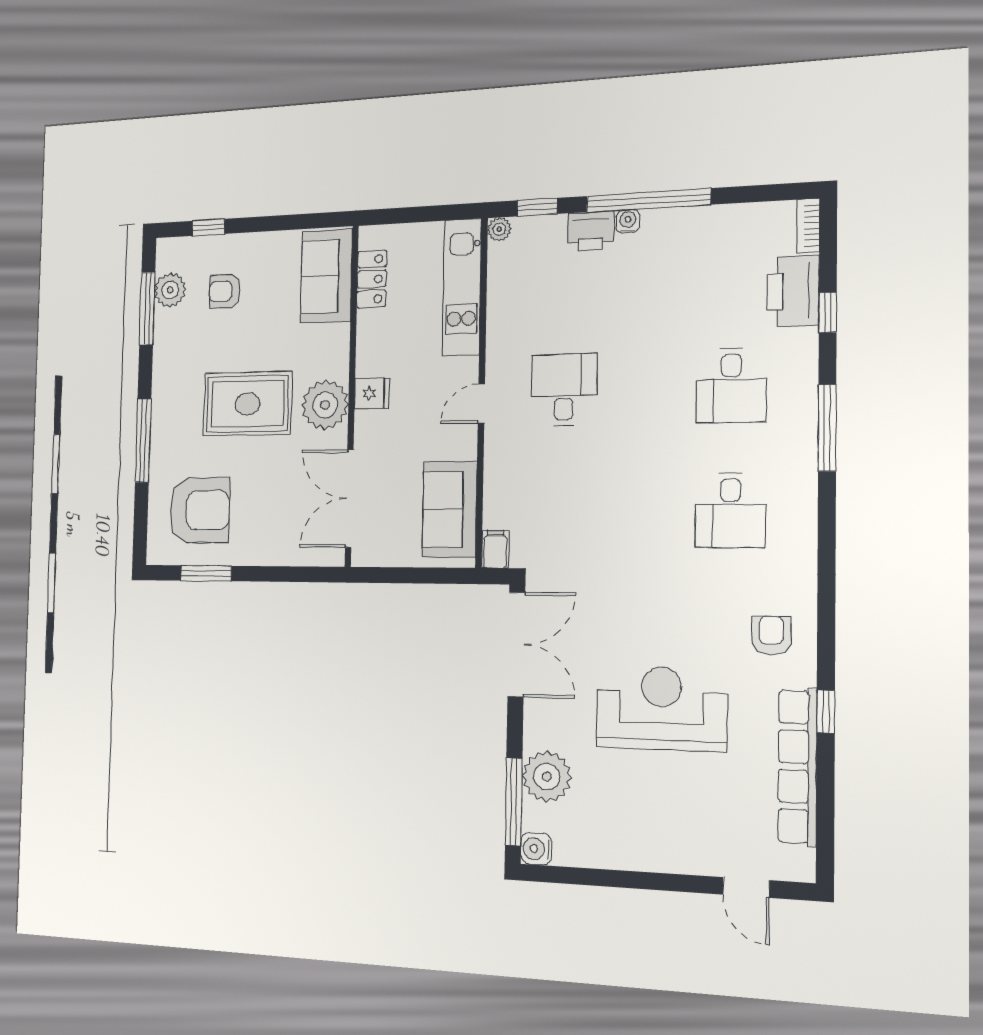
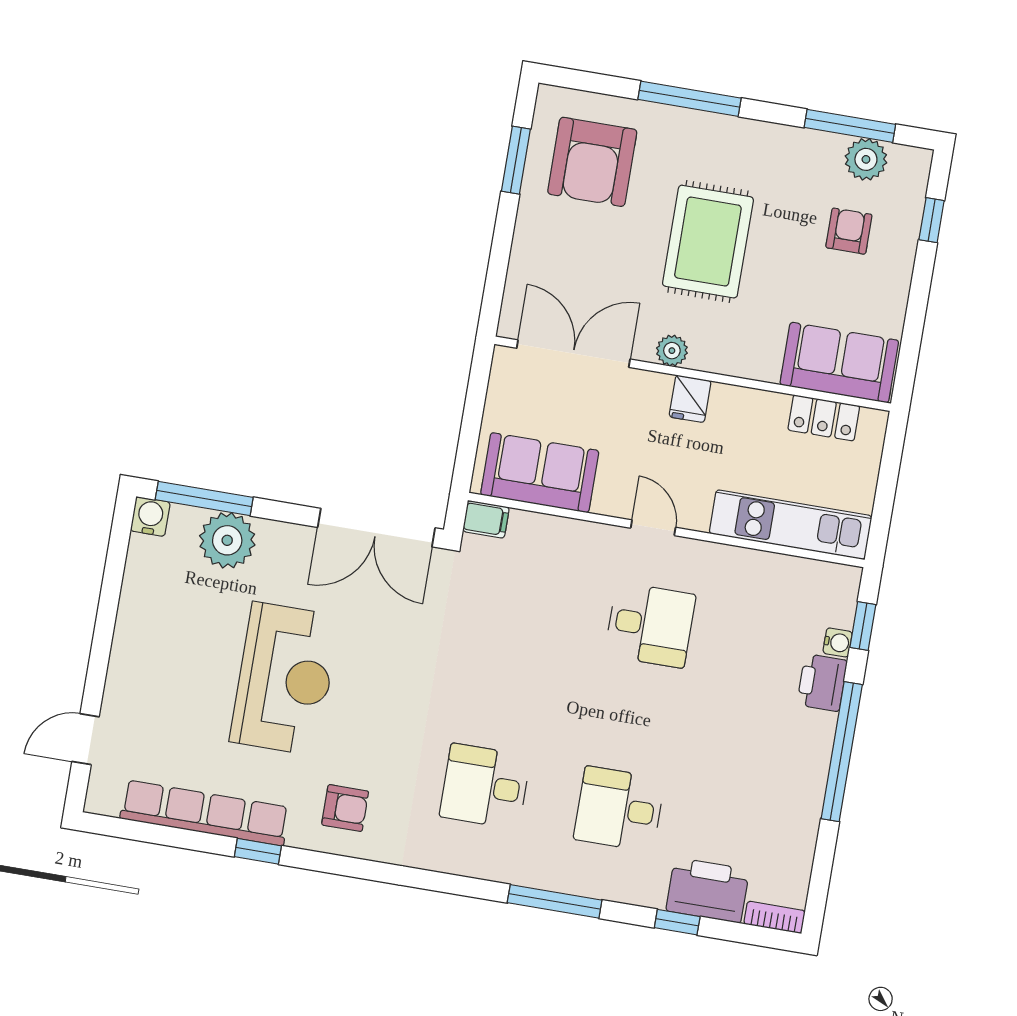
water cooler: (628, 221) -> (838, 642), moved
plant: (499, 229) -> (848, 578), removed
plant: (325, 405) -> (672, 351), width x0.53, depth x0.53

